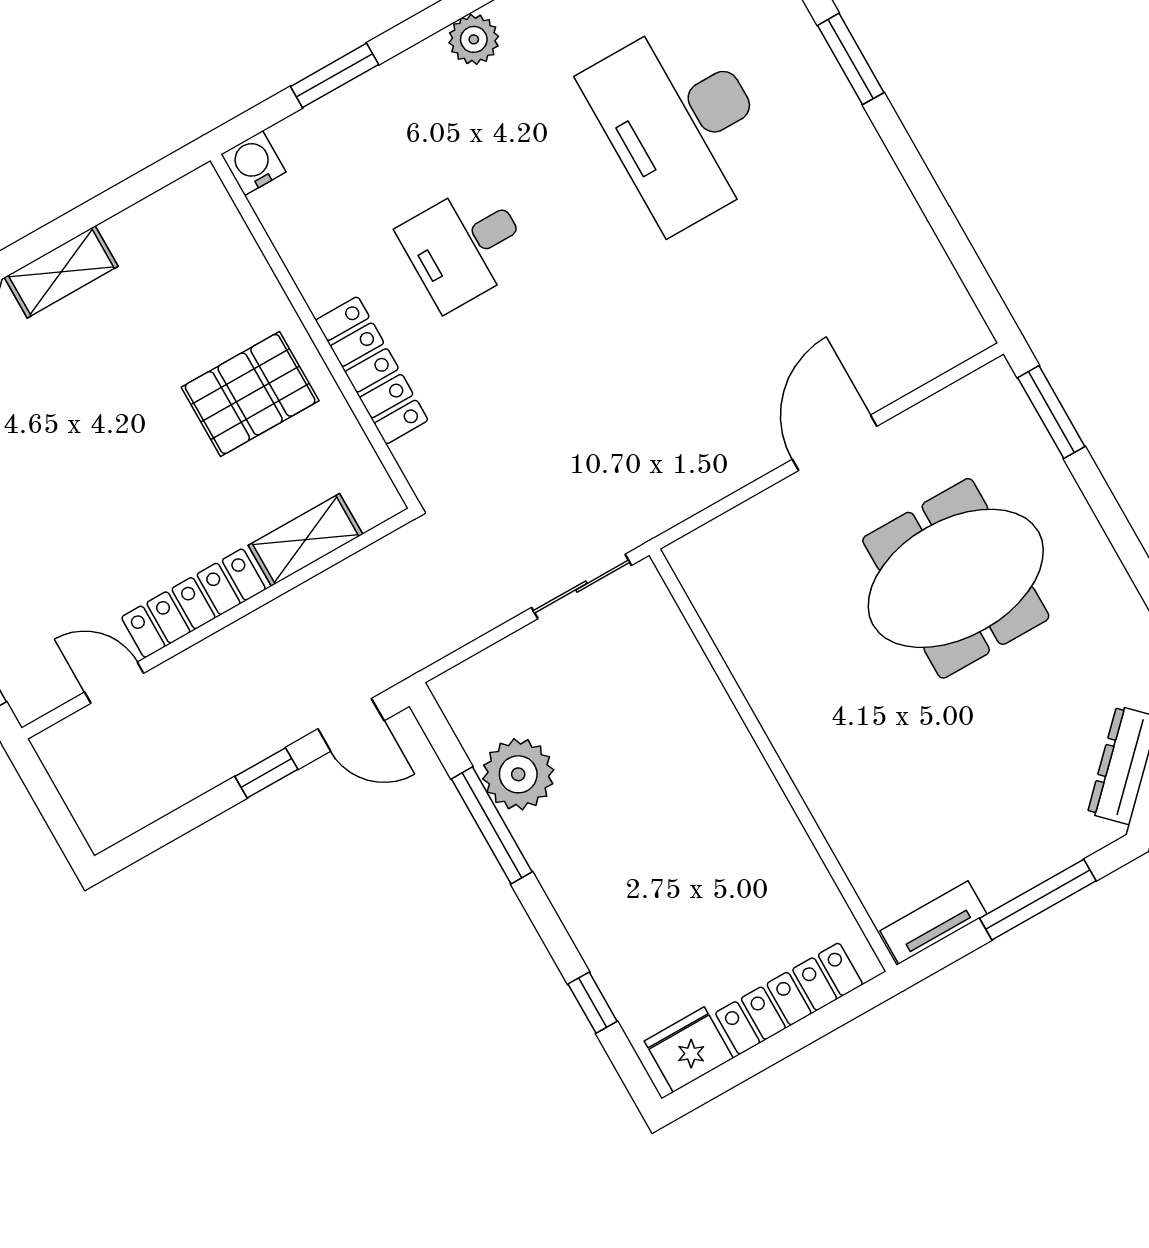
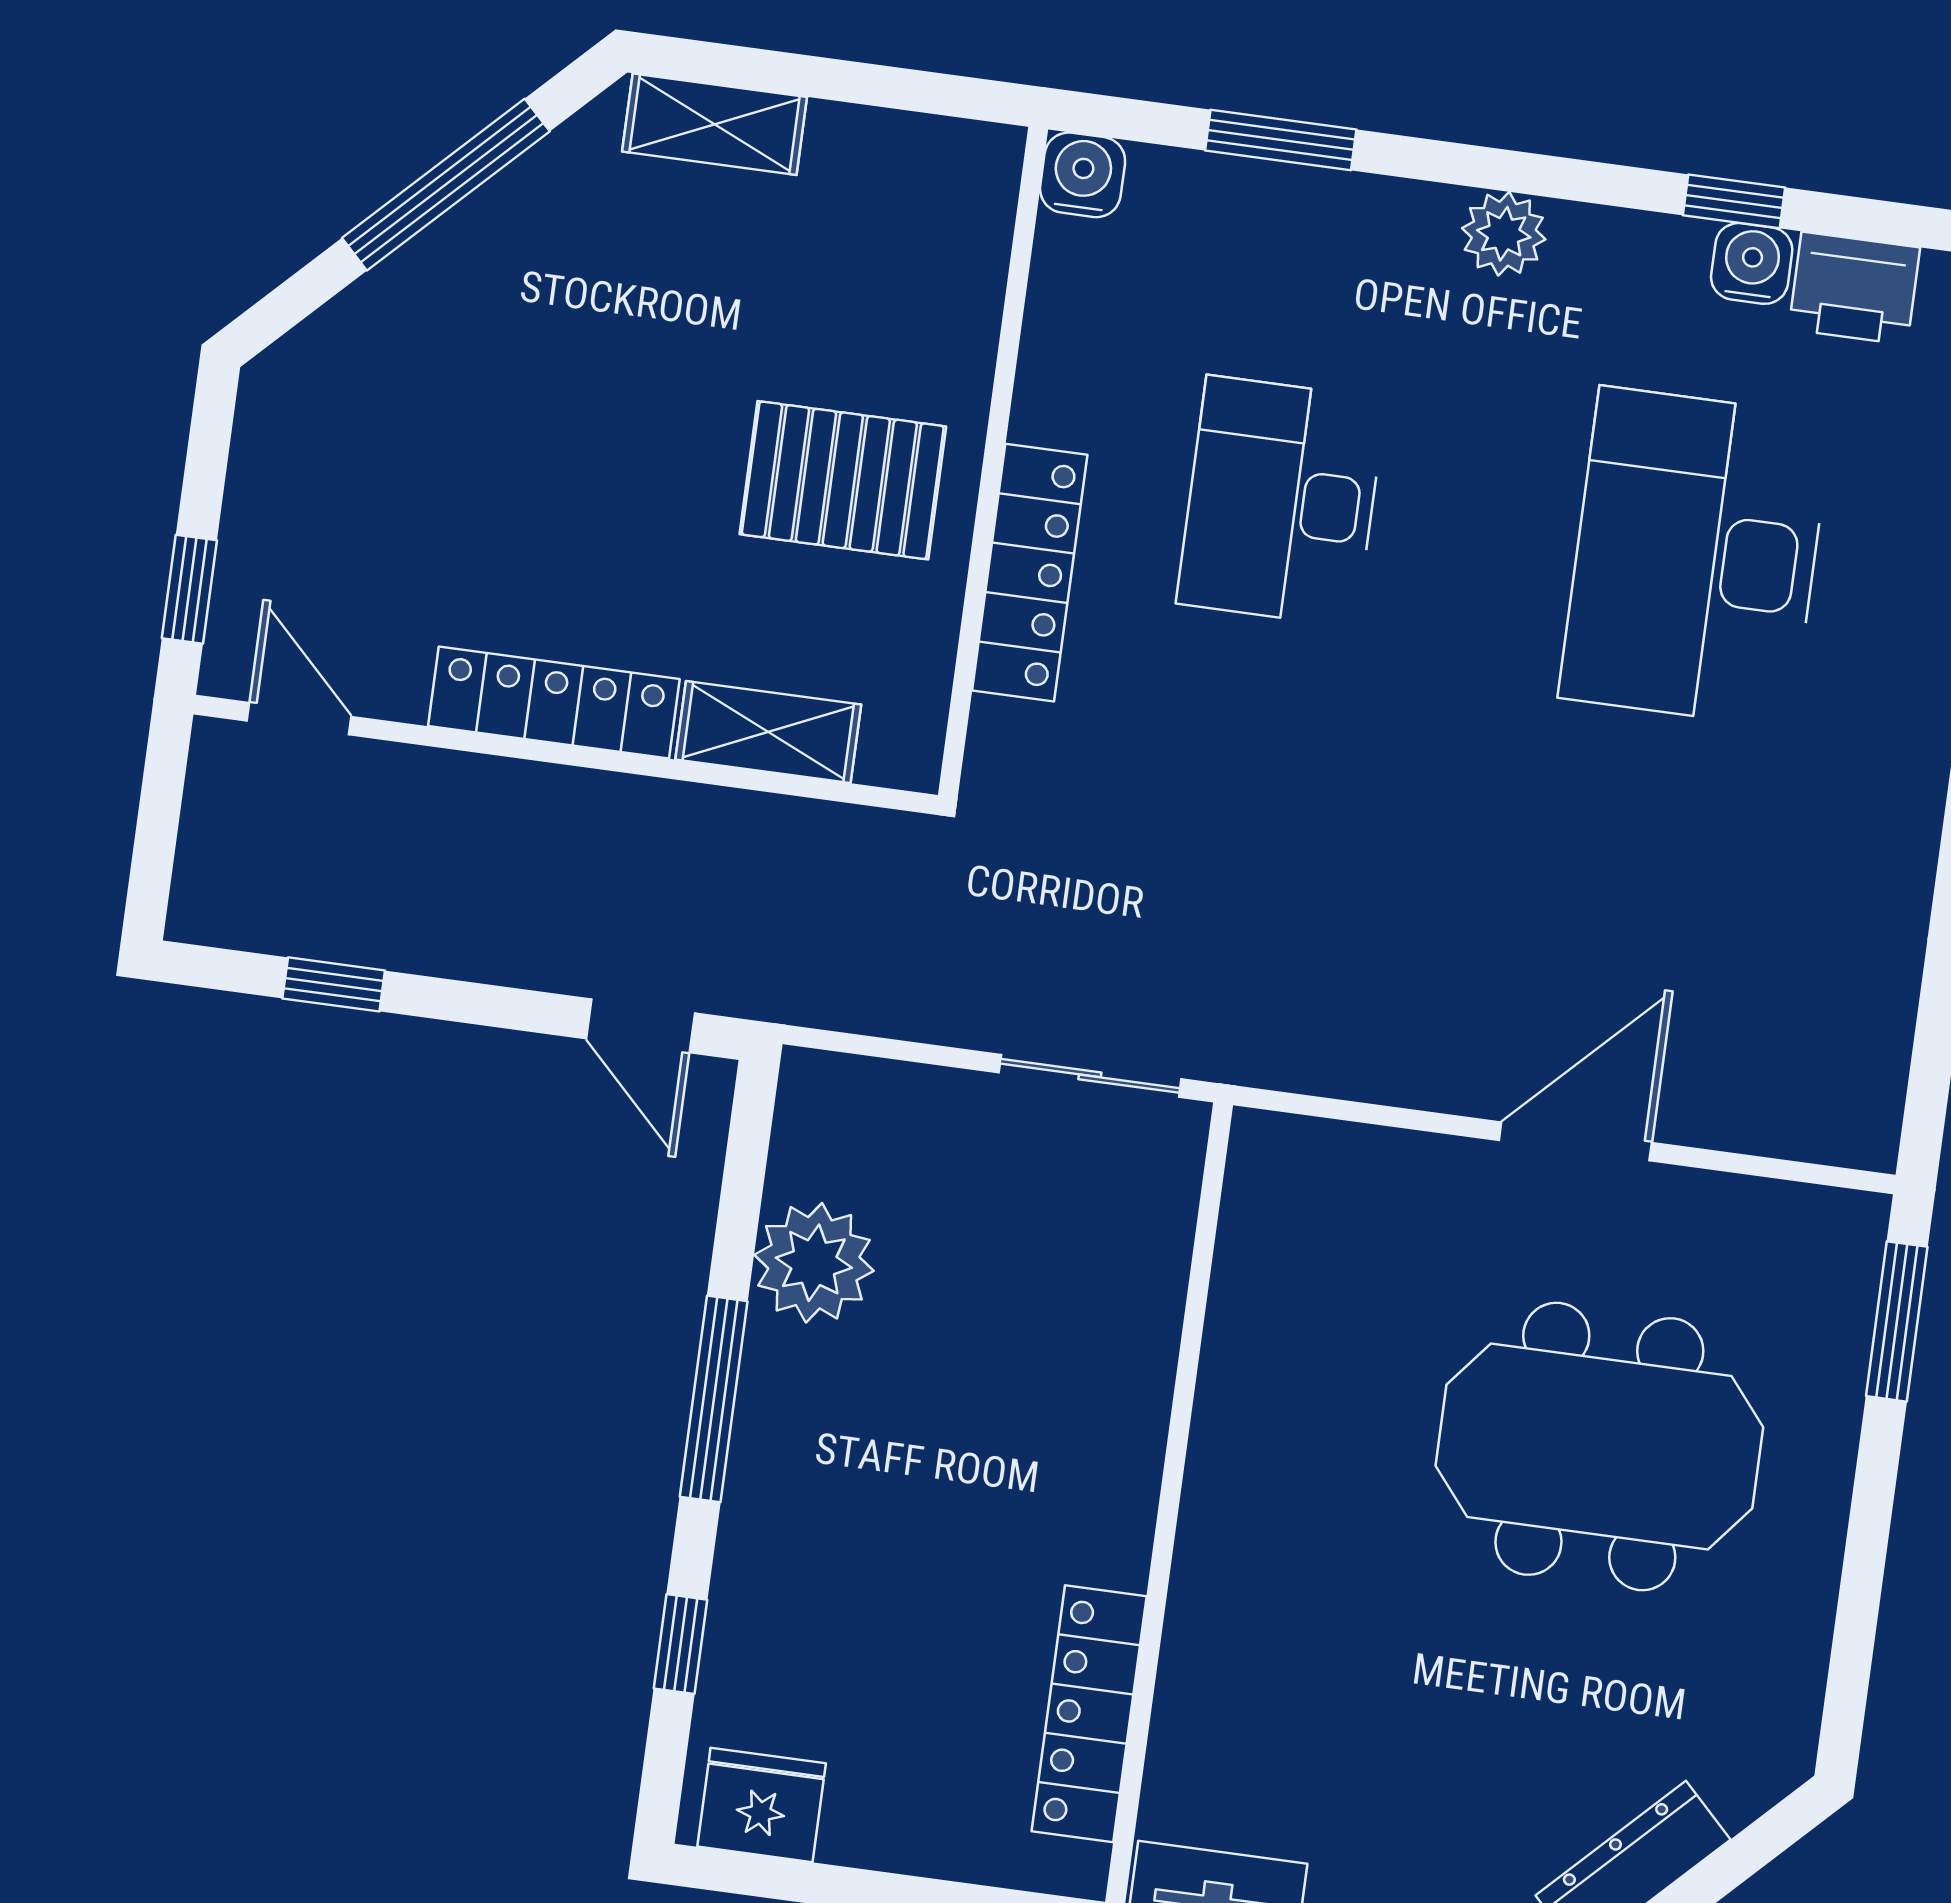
desk: (465, 246) -> (1281, 501), width x1.37
door: (114, 683) -> (299, 719), moved
window: (266, 773) -> (334, 984), moved
window: (492, 825) -> (714, 1399), moved
locker: (789, 999) -> (1089, 1714), moved, turned -90

